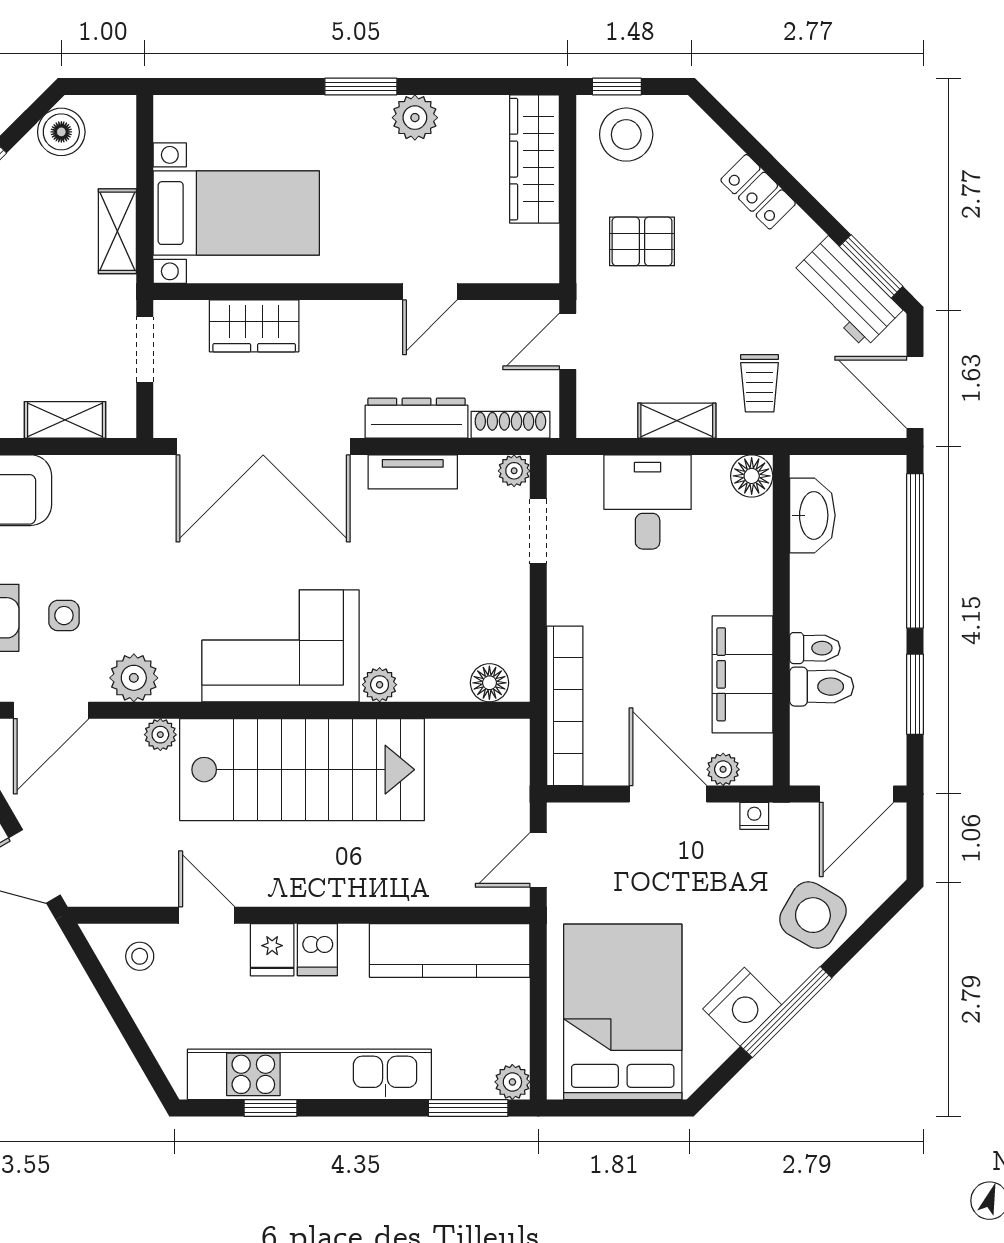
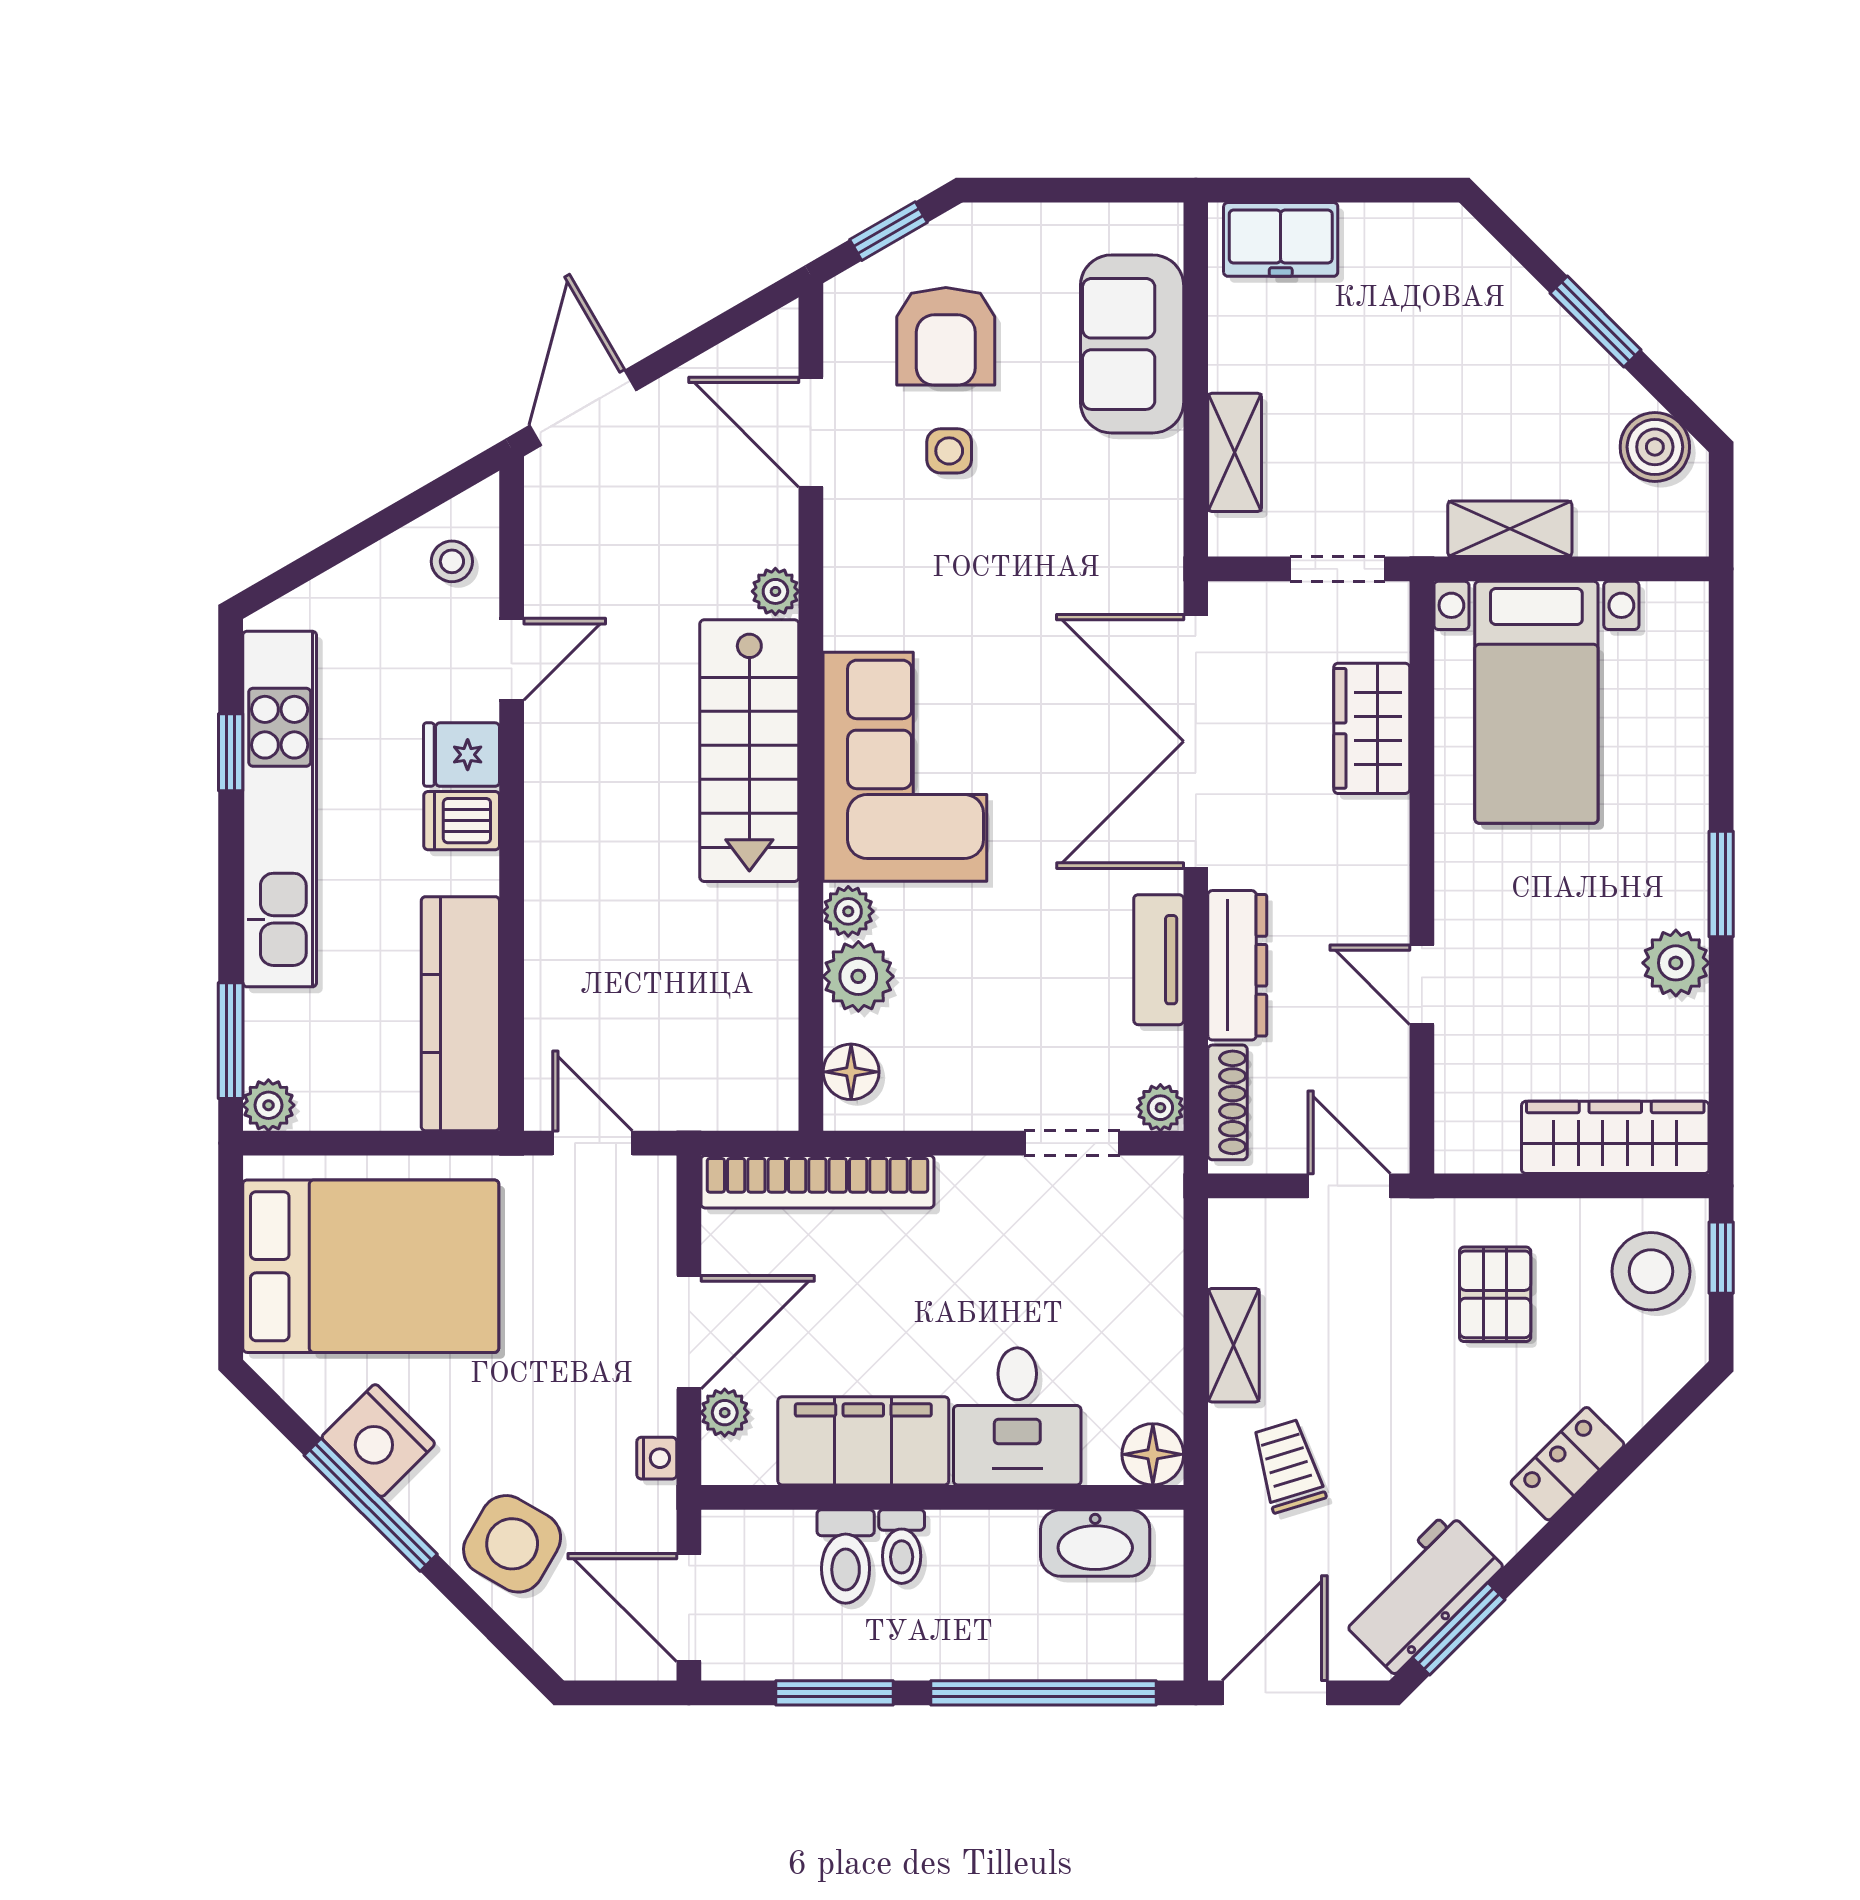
trolley: (760, 383) -> (1288, 1466), turned 73
desk: (648, 502) -> (1017, 1416), moved, turned 90
plant: (134, 678) -> (858, 976), moved
stairs: (302, 770) -> (749, 751), width x0.73, depth x0.66

